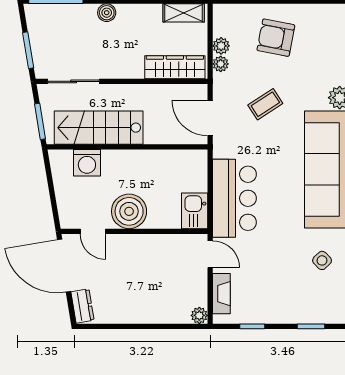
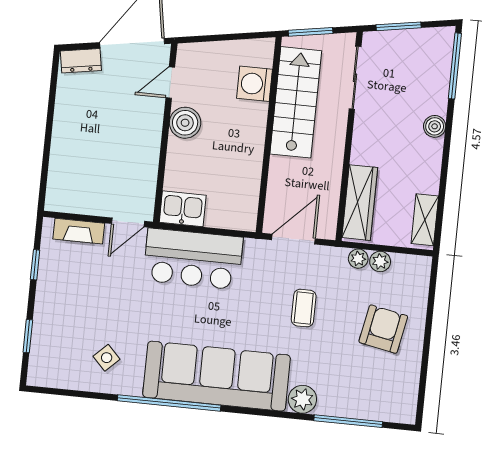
coffee table: (265, 104) -> (304, 308), turned 33
boiler: (129, 211) -> (185, 123), width x0.73, depth x0.73
plant: (199, 315) -> (55, 202), removed

